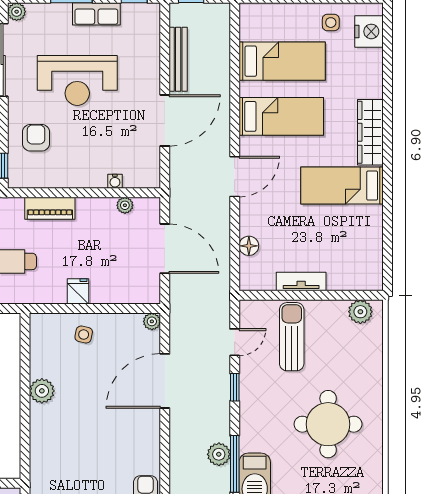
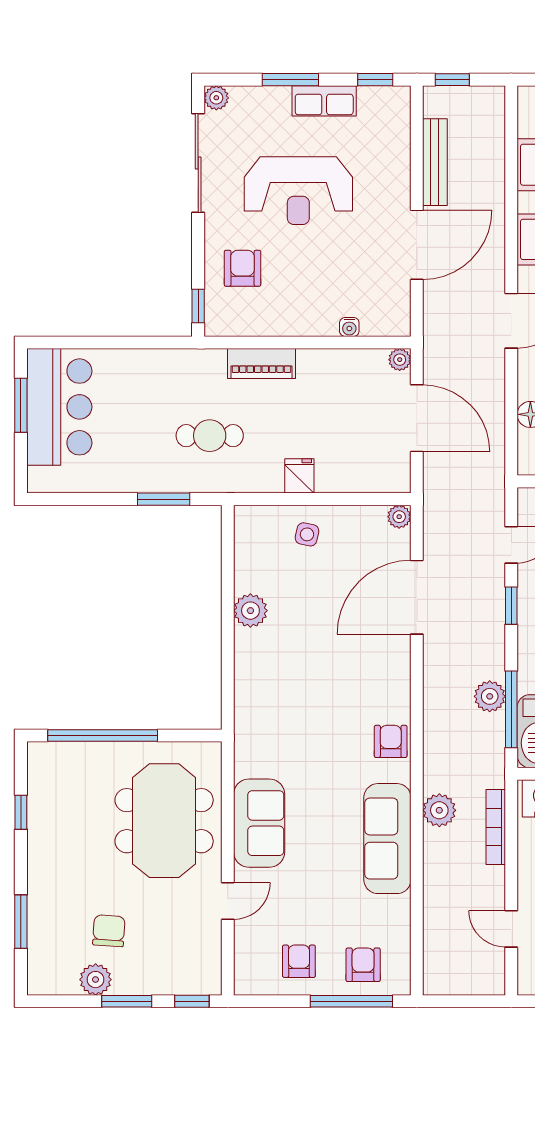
plant: (125, 205) -> (400, 360), moved

